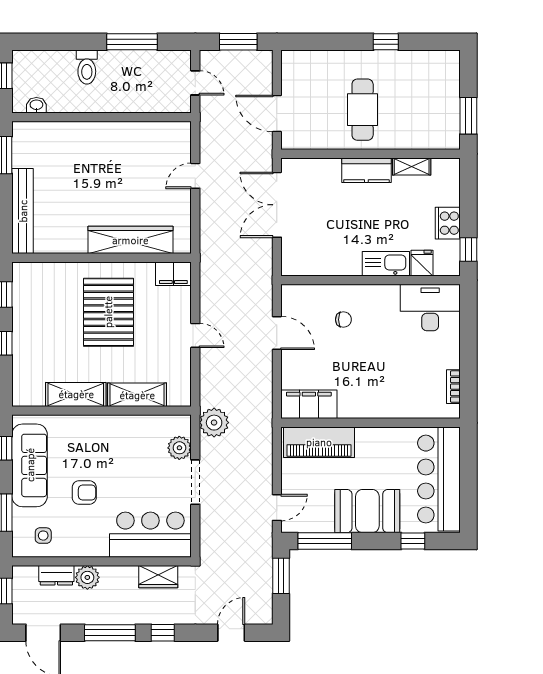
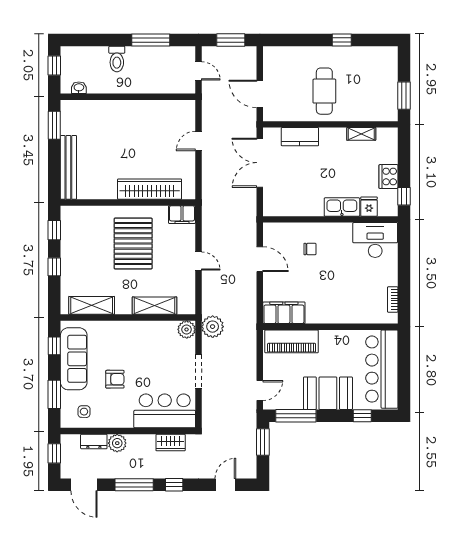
kitchen counter: (366, 170) -> (300, 137), moved
shelving: (76, 394) -> (92, 305), moved
plant: (179, 448) -> (187, 329), moved

